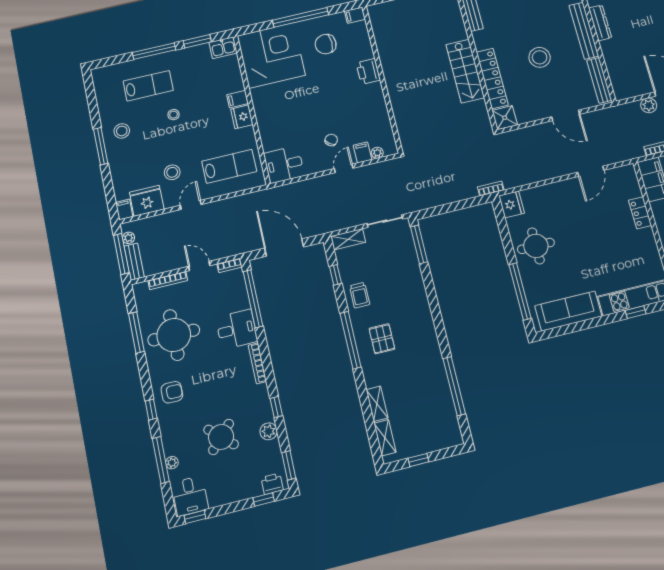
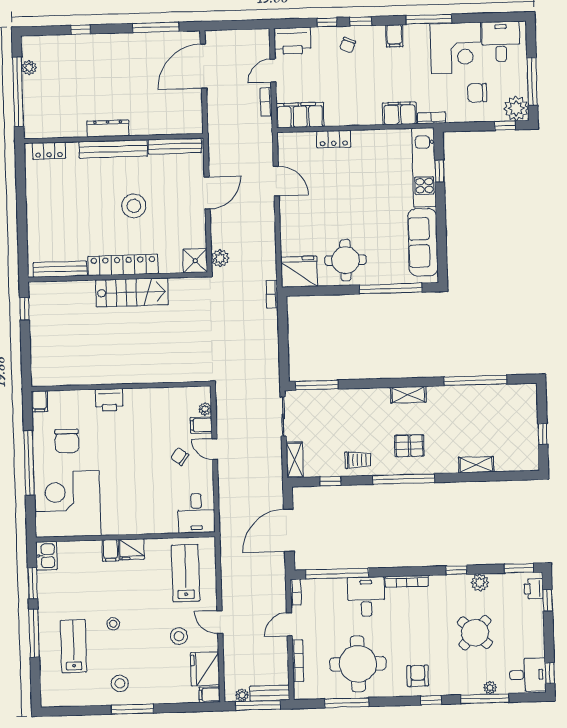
locker: (492, 78) -> (123, 265), moved
plant: (649, 105) -> (220, 258), moved
fridge: (512, 204) -> (299, 272), width x1.36, depth x1.34
shelving: (385, 438) -> (408, 395), moved

